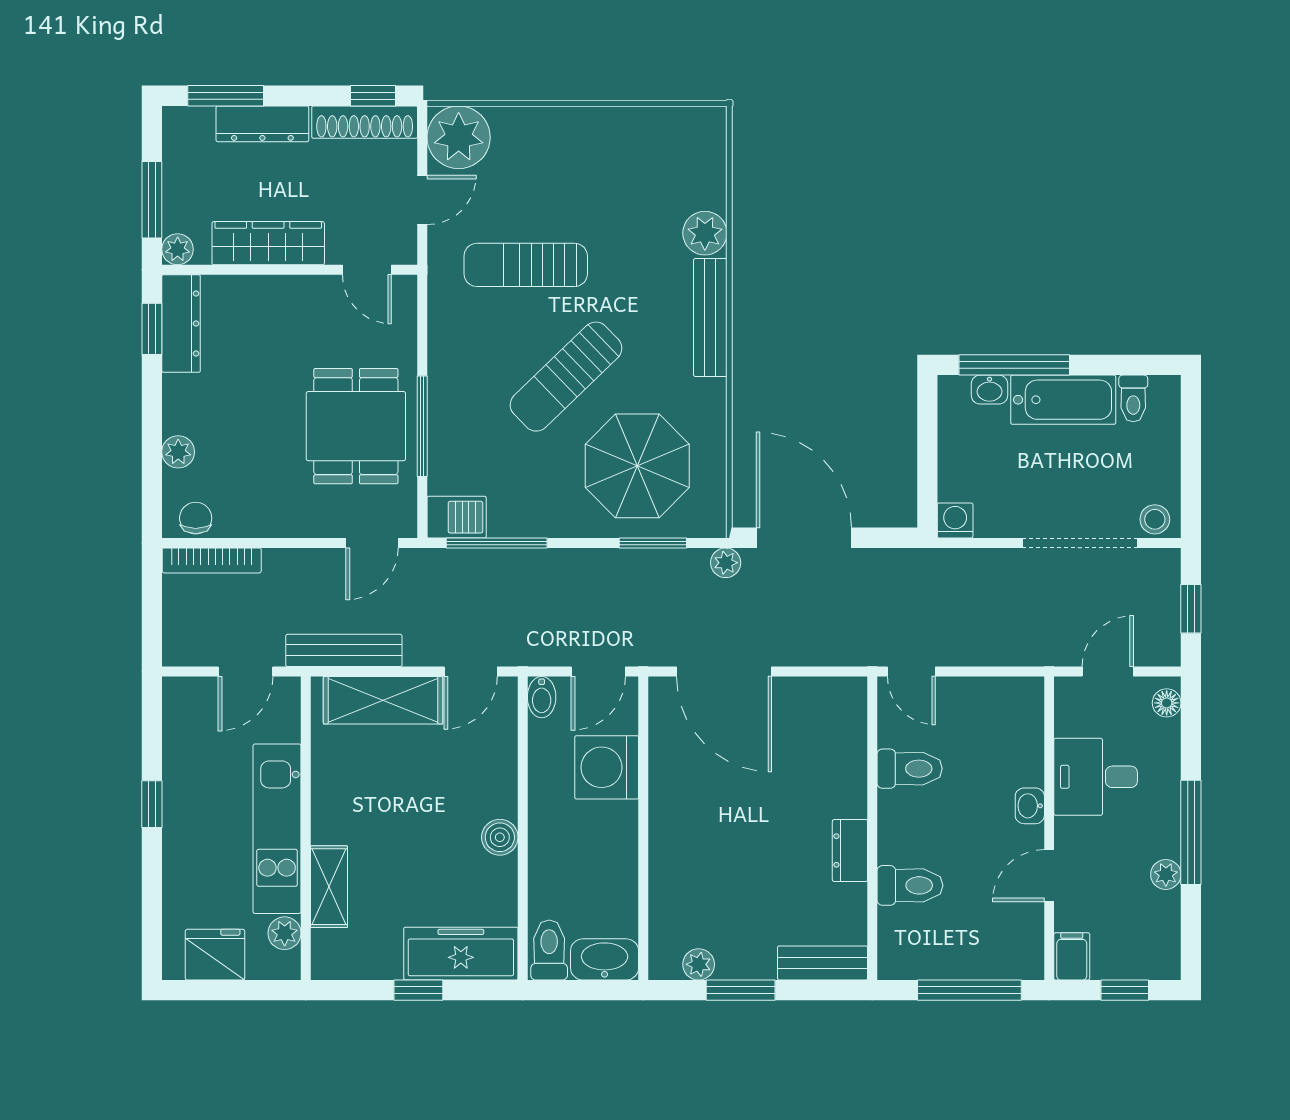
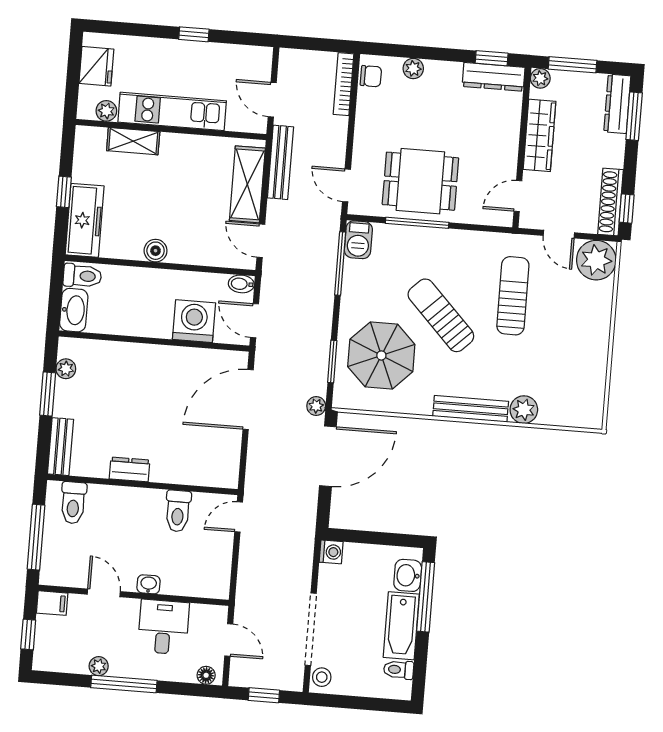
dresser: (262, 124) -> (617, 104), moved
washbasin: (989, 390) -> (408, 575), width x1.38, depth x1.45
toilet: (910, 885) -> (73, 503), moved

